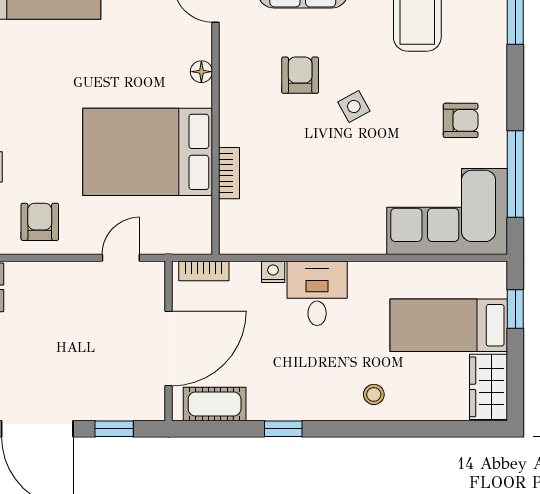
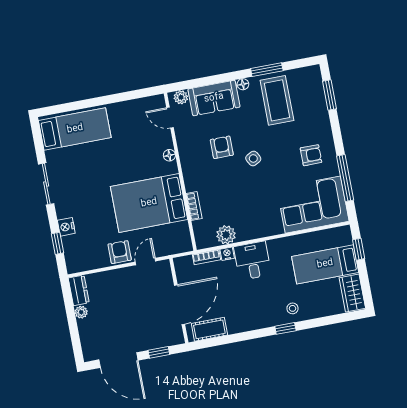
armchair: (40, 222) -> (120, 252), moved
plant: (278, 237) -> (226, 235), added
bookcase: (204, 271) -> (206, 257), moved
window: (283, 429) -> (285, 328), moved

